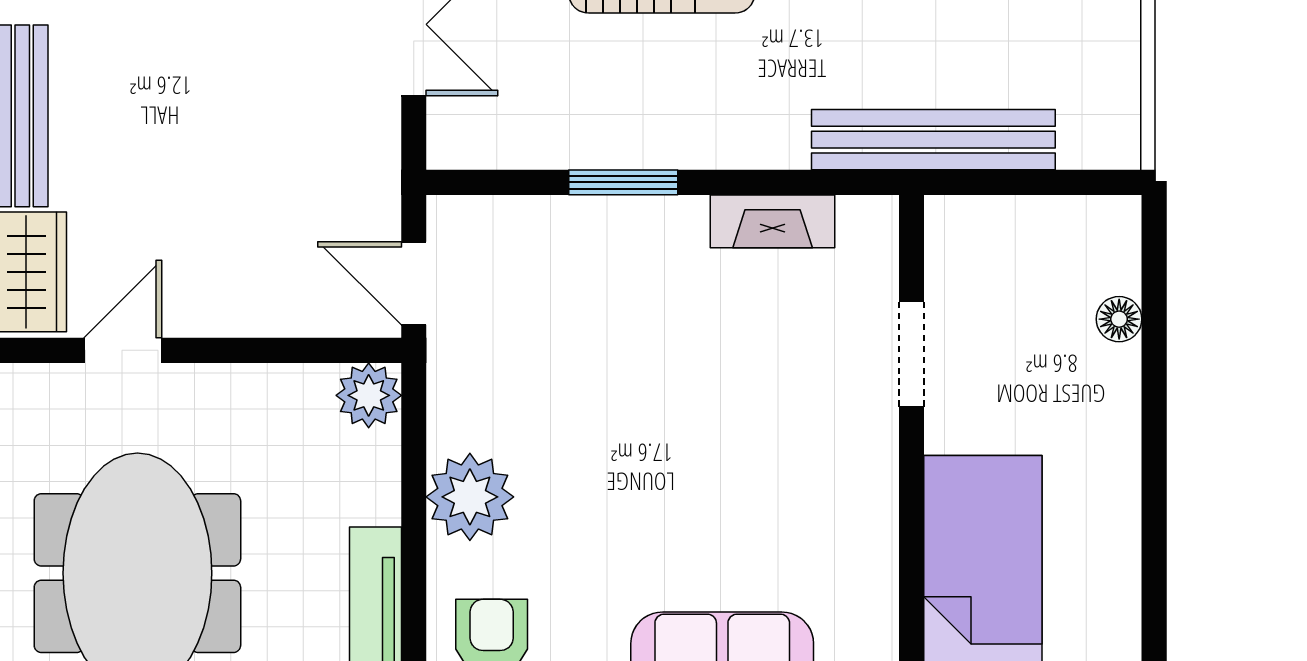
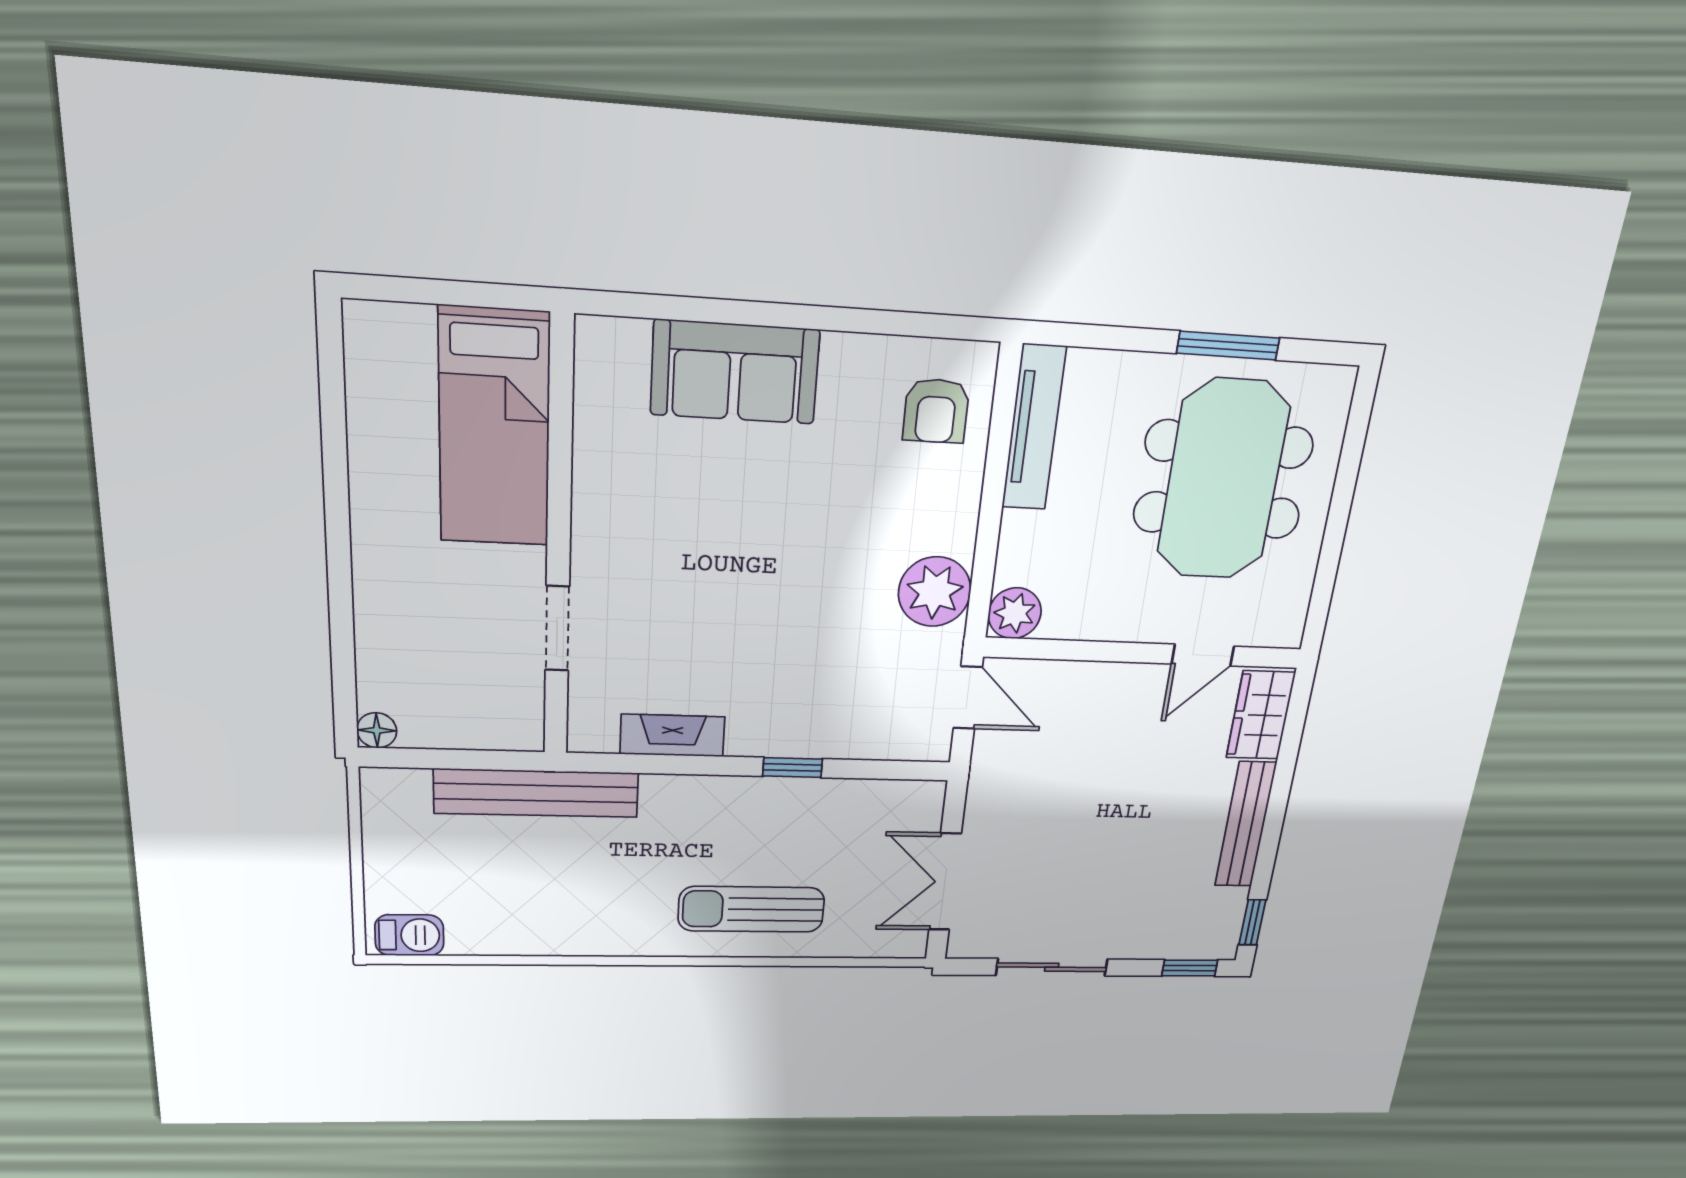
window: (623, 182) -> (793, 768), width x0.67
floor lamp: (1119, 319) -> (377, 730), moved
plant: (470, 497) -> (935, 592), moved

